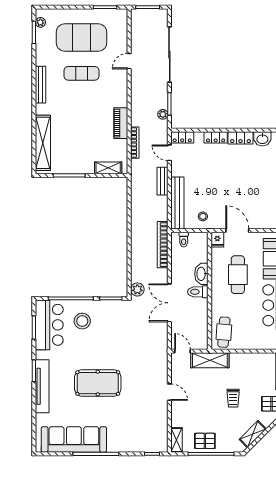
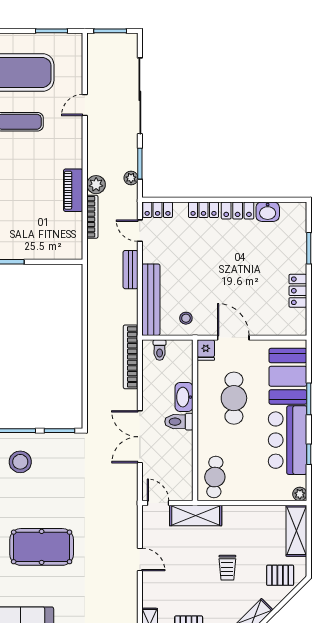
shelving: (108, 168) -> (56, 251), removed
plant: (137, 289) -> (96, 185), moved

